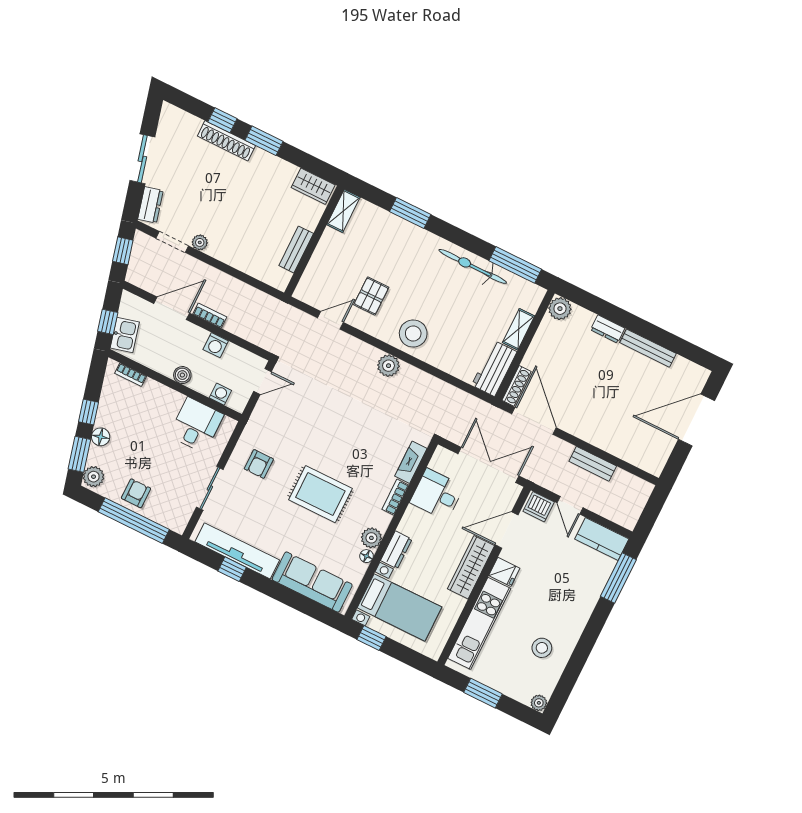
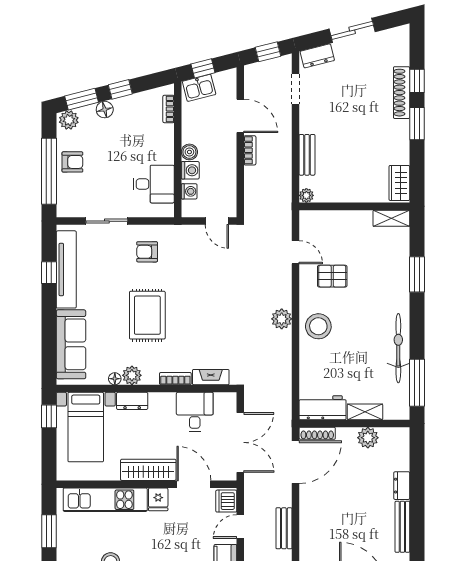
plant: (200, 242) -> (306, 195), moved
bench: (296, 249) -> (307, 155), moved, turned 90
plant: (560, 309) -> (368, 438), moved
washing machine: (216, 345) -> (190, 170), moved, turned 180

